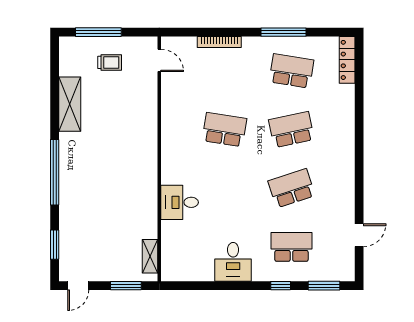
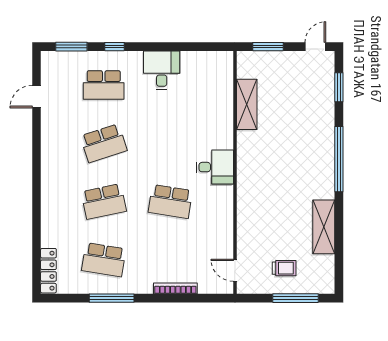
trolley: (110, 62) -> (284, 268), turned 180
desk: (180, 202) -> (215, 167), moved
shelving: (150, 256) -> (247, 104), moved, width x1.50, depth x1.33

